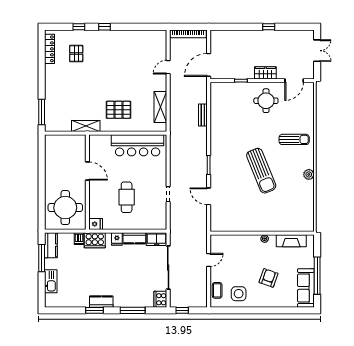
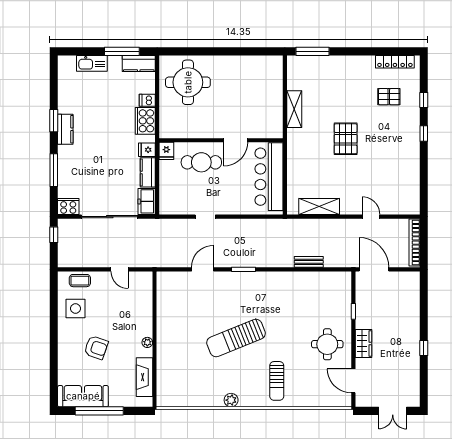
pallet: (119, 110) -> (346, 139), moved
door: (87, 171) -> (236, 140), moved
wall: (87, 182) -> (221, 140), moved
fridge: (96, 224) -> (166, 151), moved

